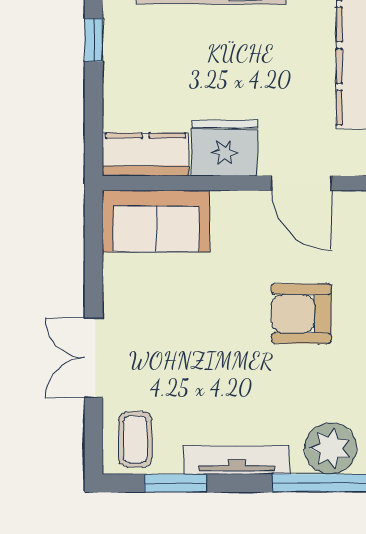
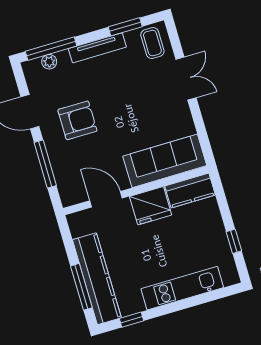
sofa: (156, 221) -> (165, 161), width x1.36
armchair: (301, 314) -> (77, 120), moved
plant: (331, 448) -> (49, 62), width x0.53, depth x0.53

